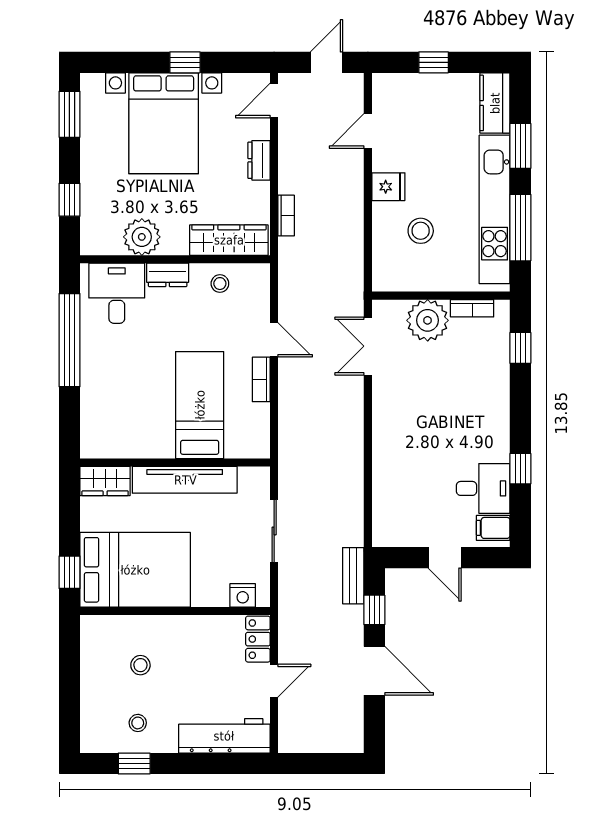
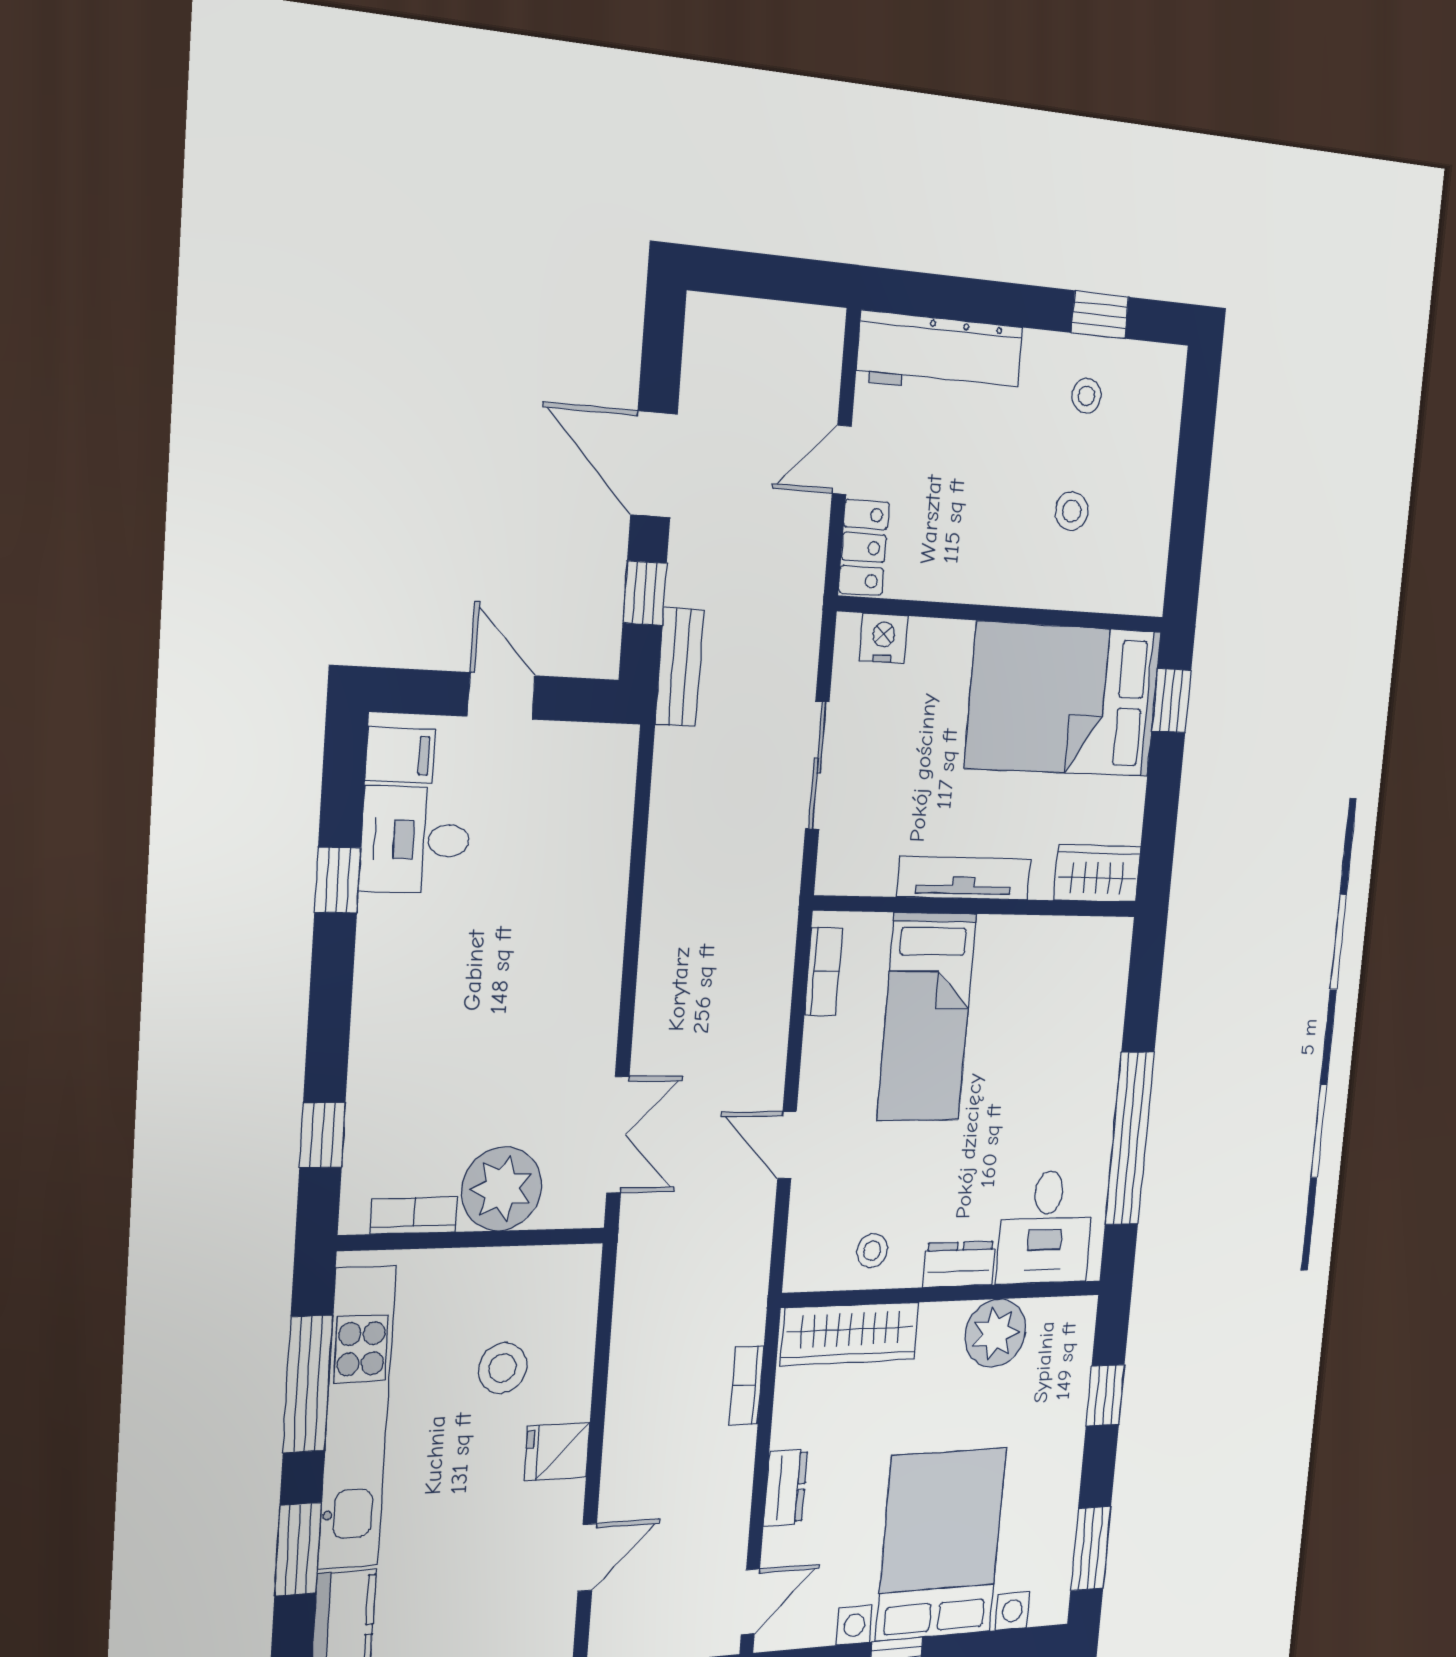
bookcase: (261, 379) -> (824, 971), moved
tv unit: (185, 480) -> (964, 878), width x0.73, depth x0.78

